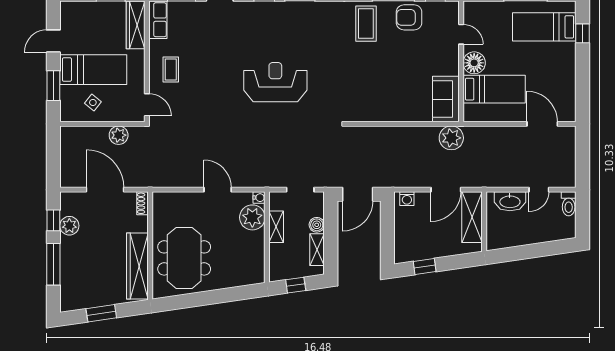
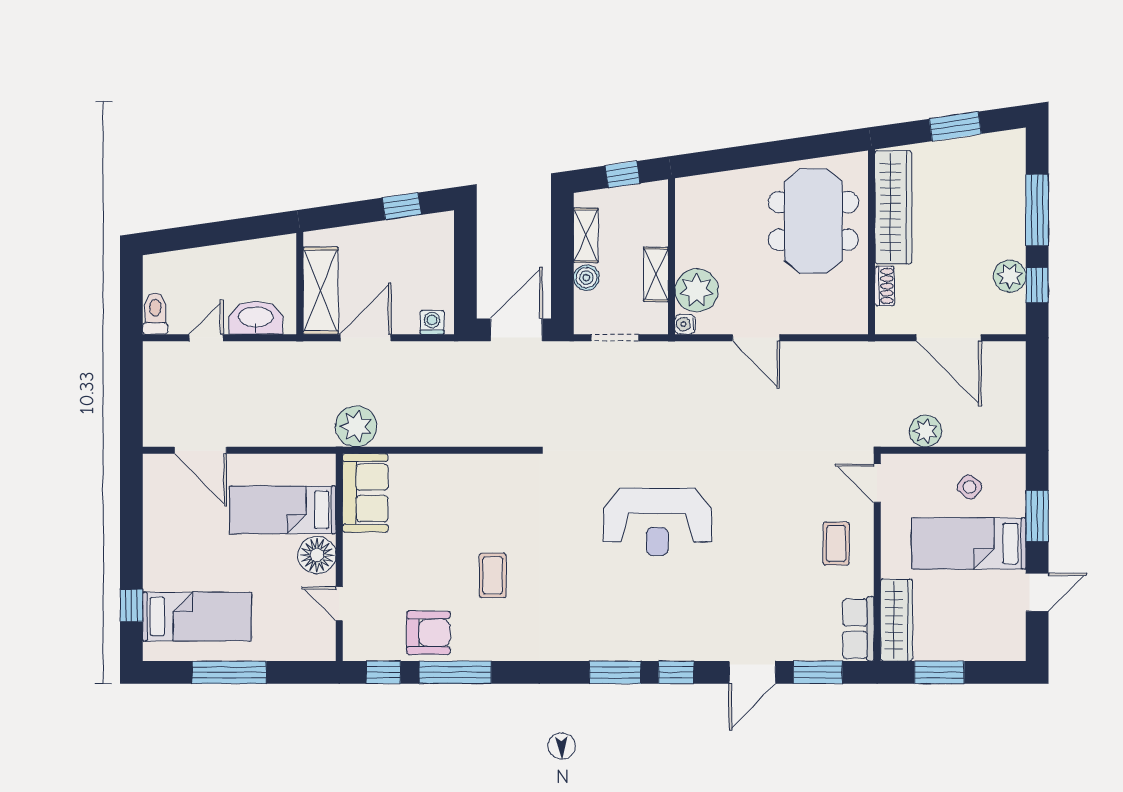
coffee table: (366, 24) -> (493, 575), moved, width x0.73, depth x0.77
shoe rack: (143, 203) -> (885, 286), moved

